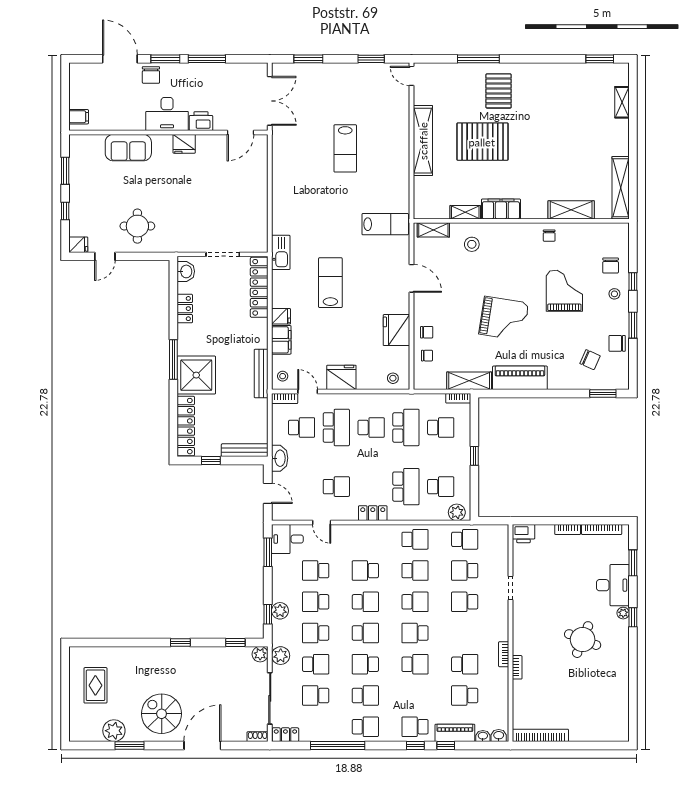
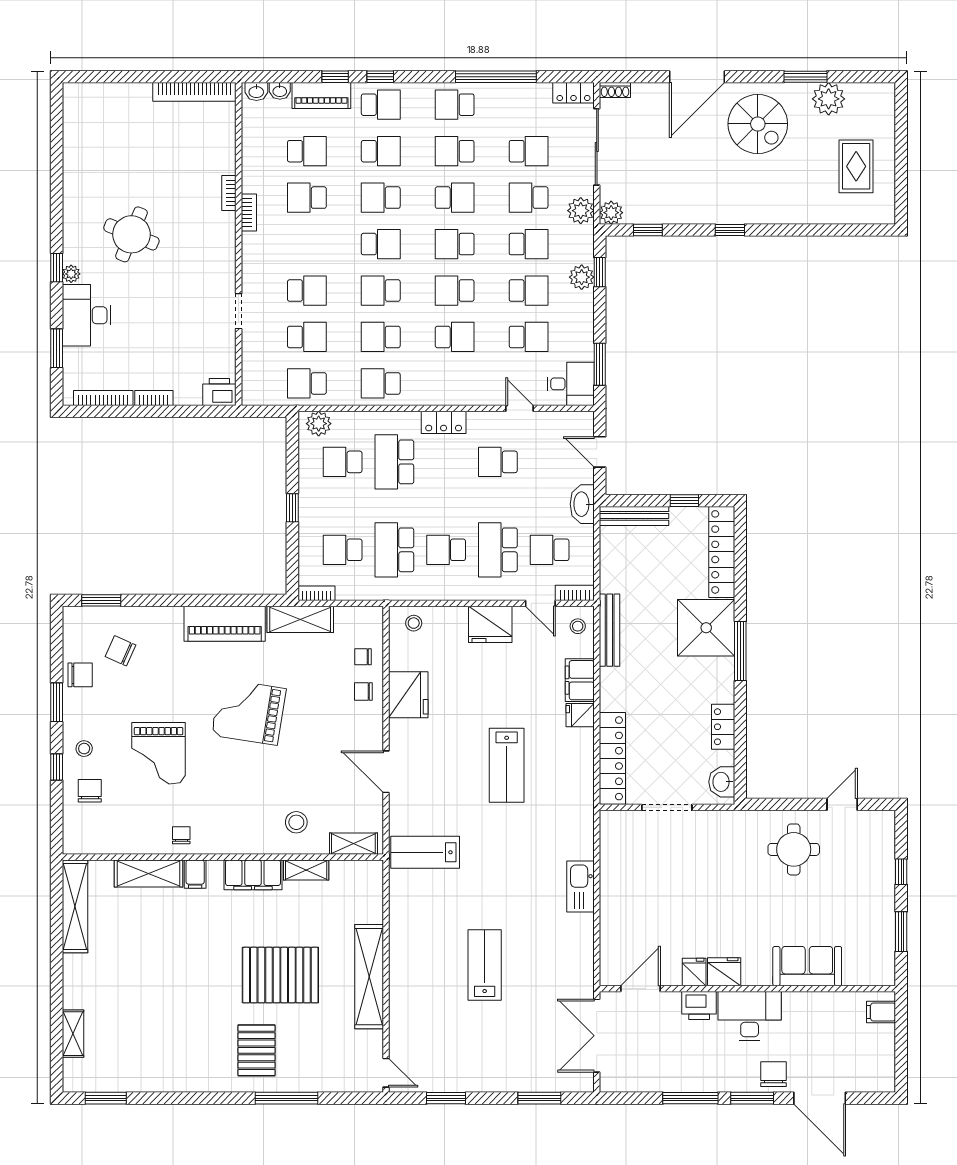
filing cabinet: (540, 209) -> (195, 874), added
fridge: (78, 245) -> (694, 972), moved, turned 90
kitchen sink: (281, 252) -> (580, 886), moved
school desk: (415, 696) -> (381, 151), added

